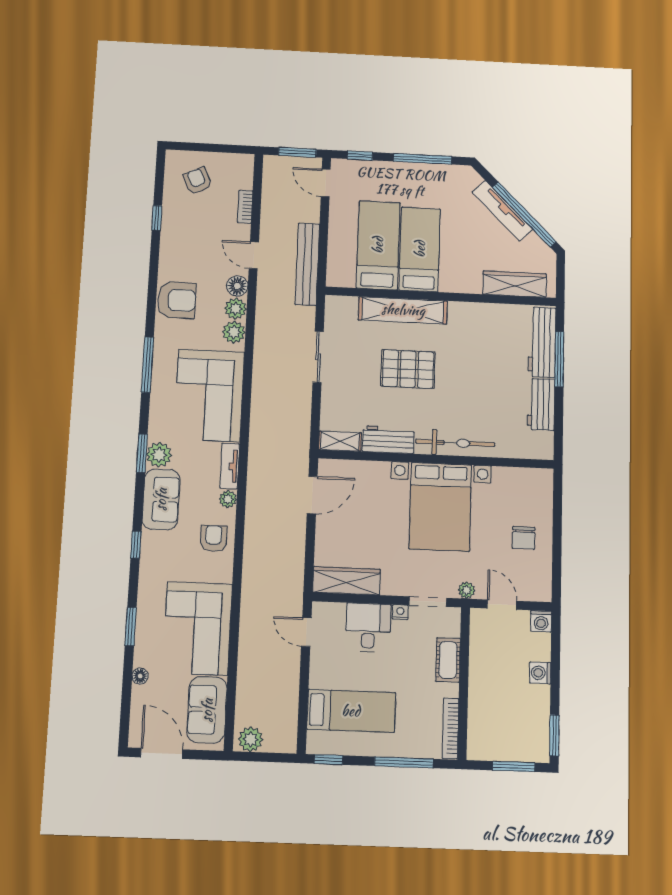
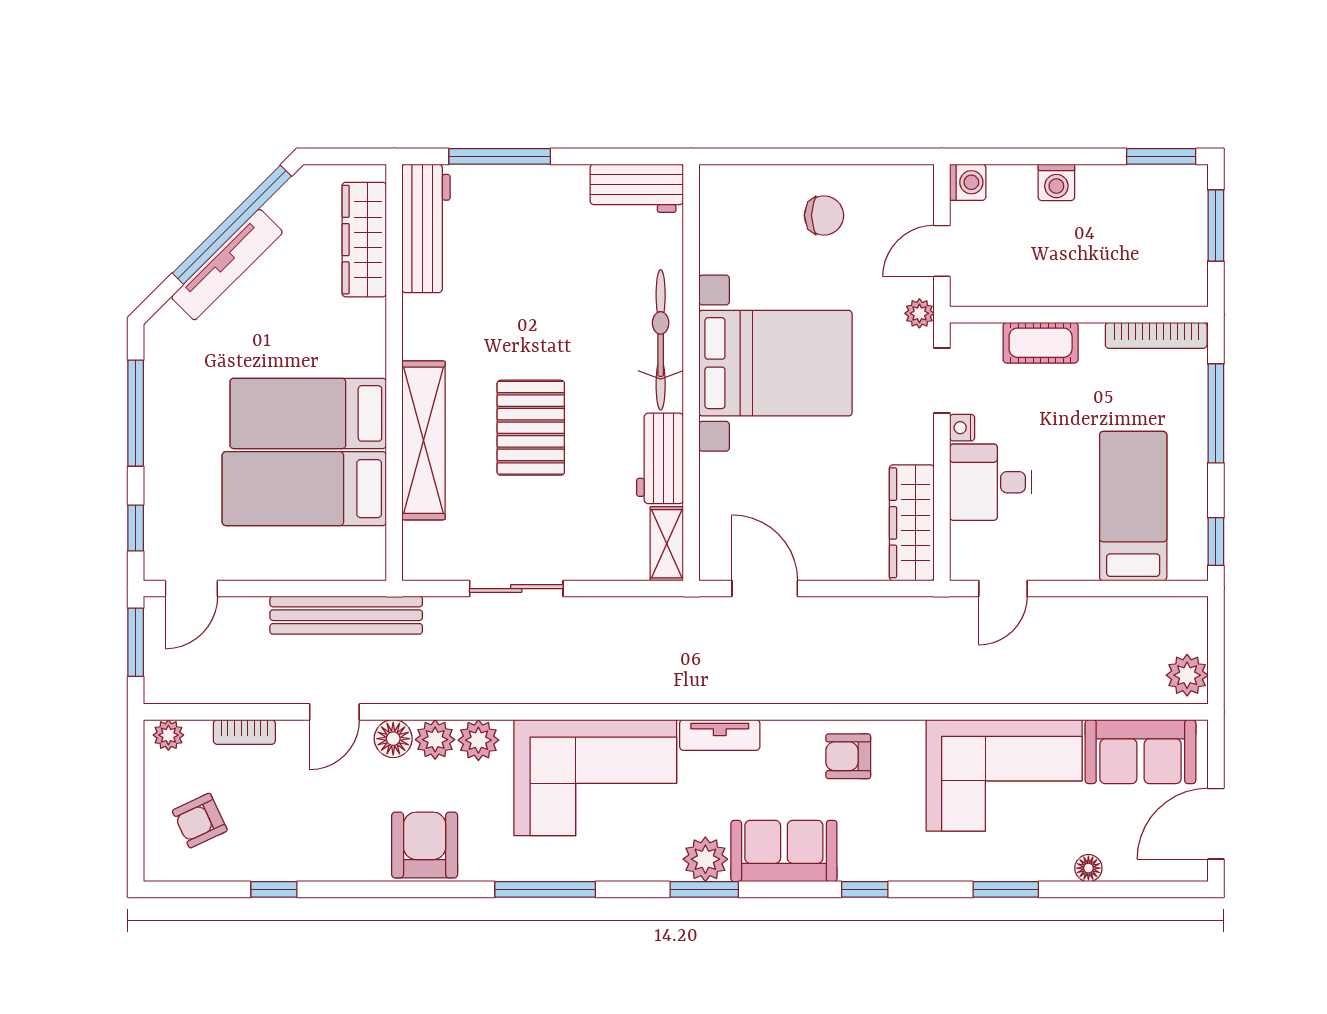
workbench: (542, 342) -> (426, 228), moved, turned -90
workbench: (541, 404) -> (637, 188), moved
plant: (228, 499) -> (168, 735), moved

